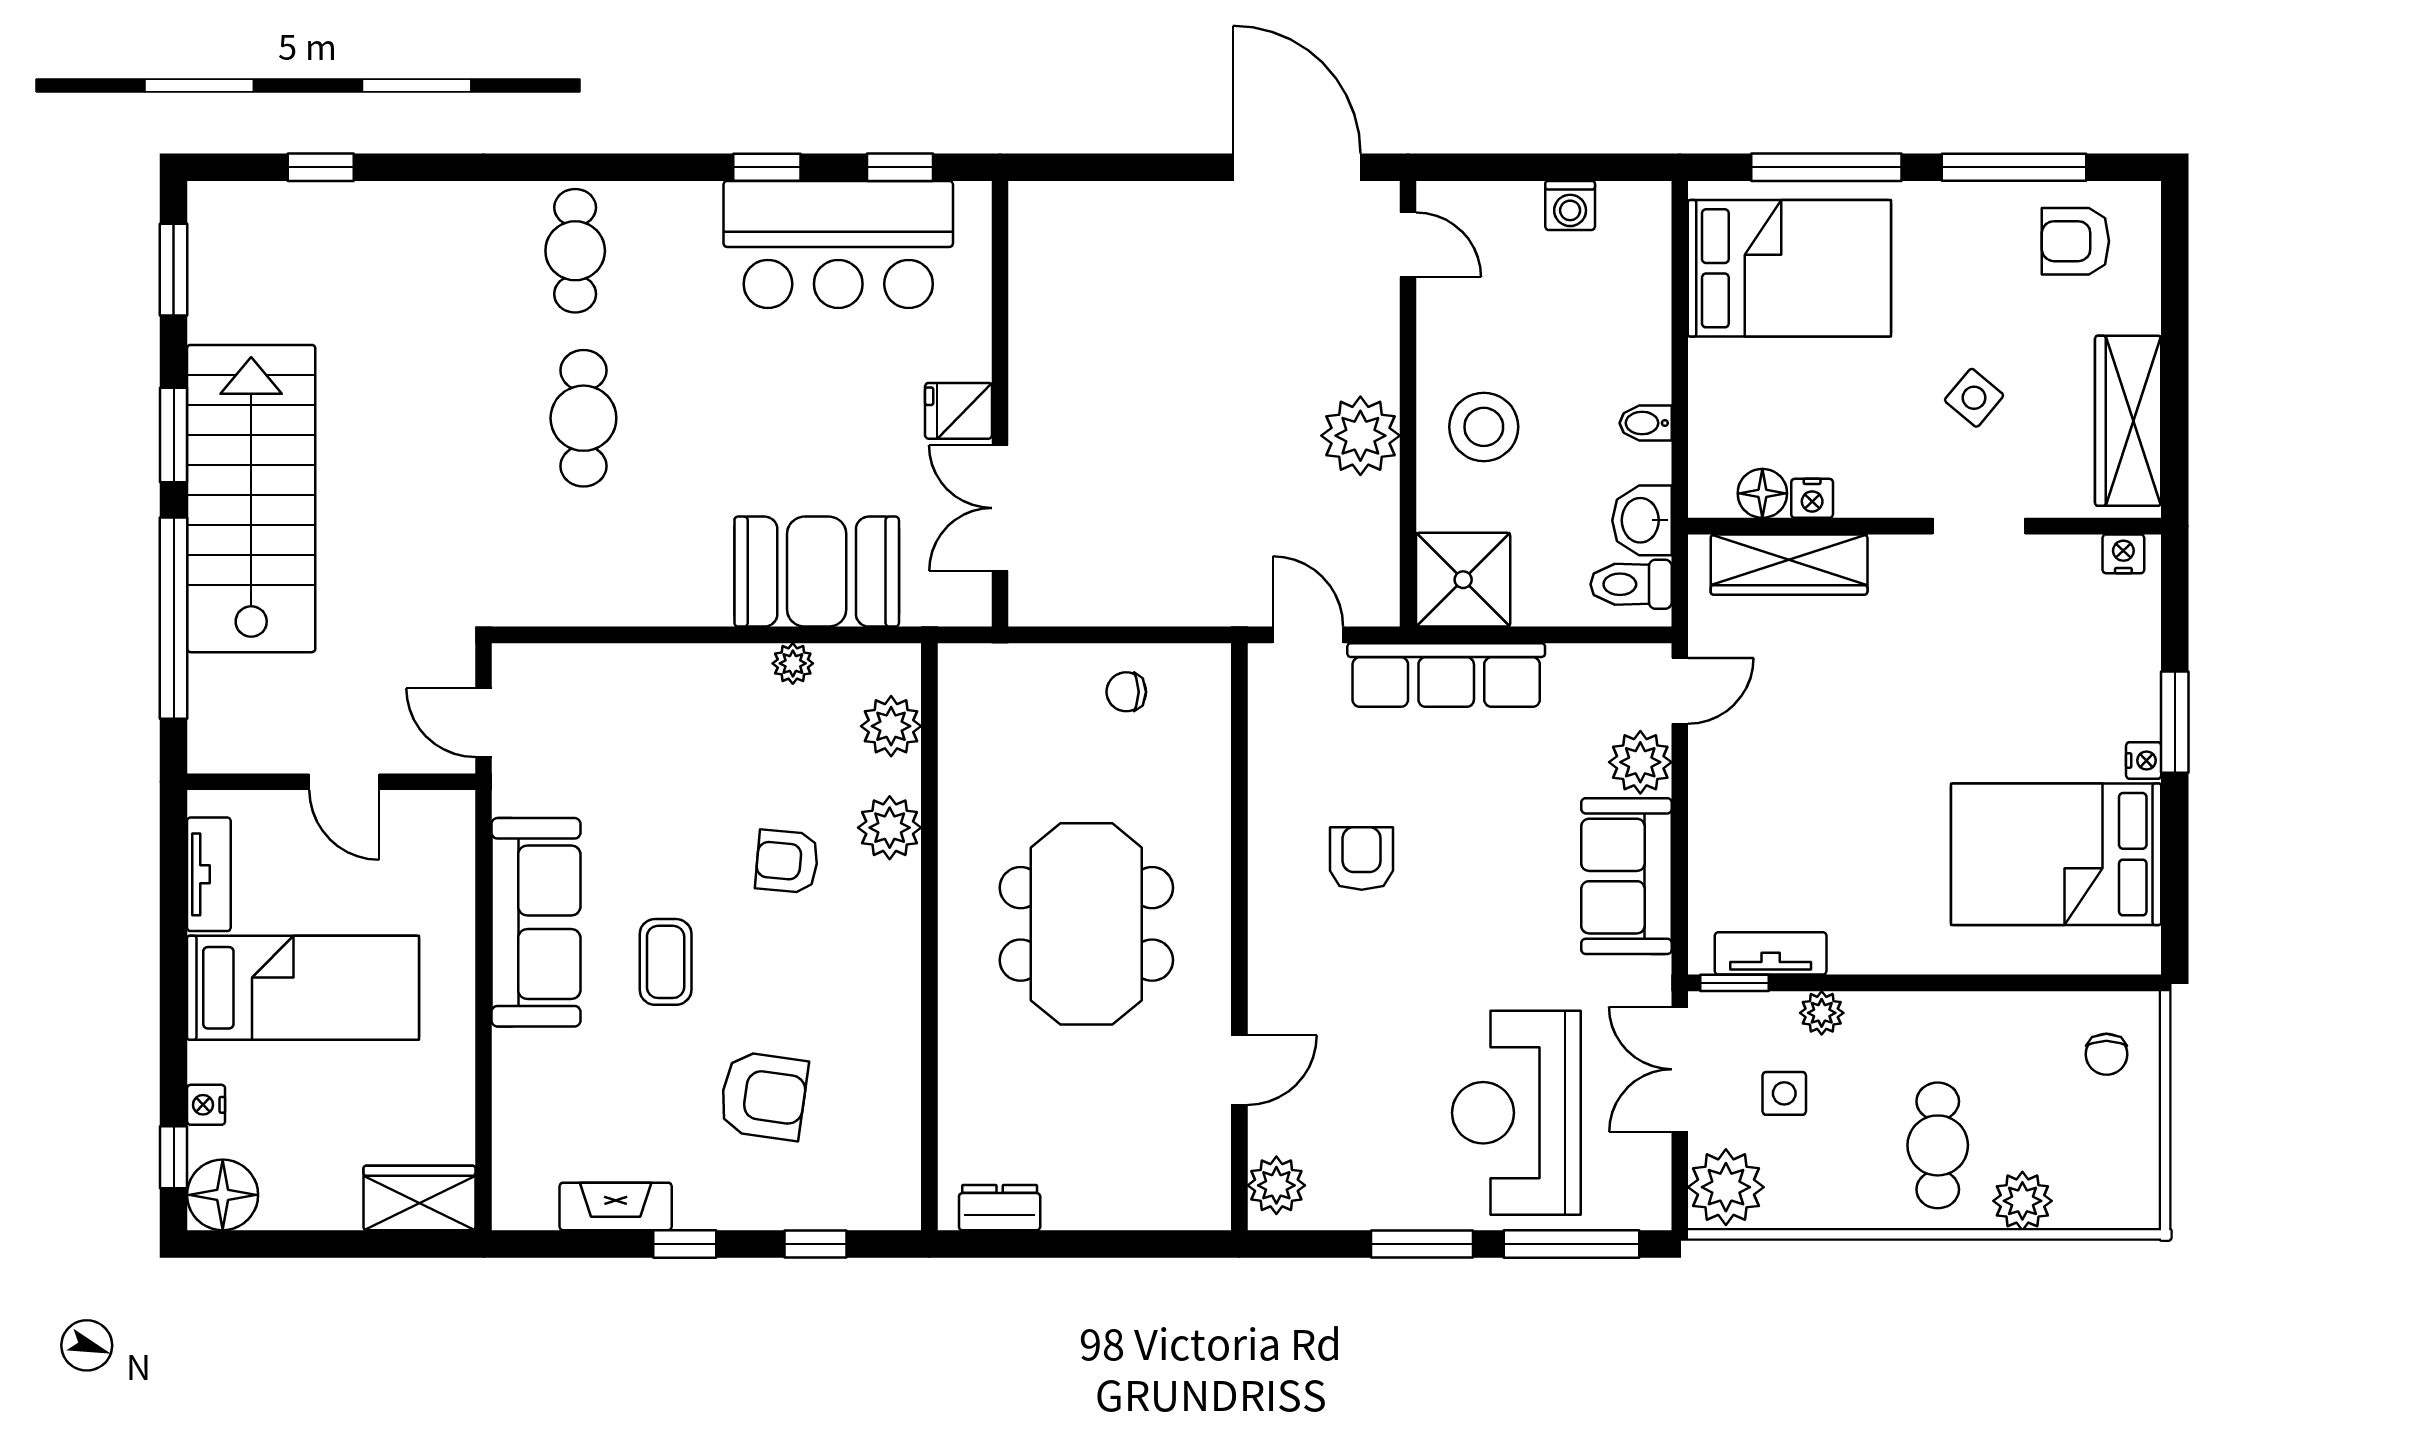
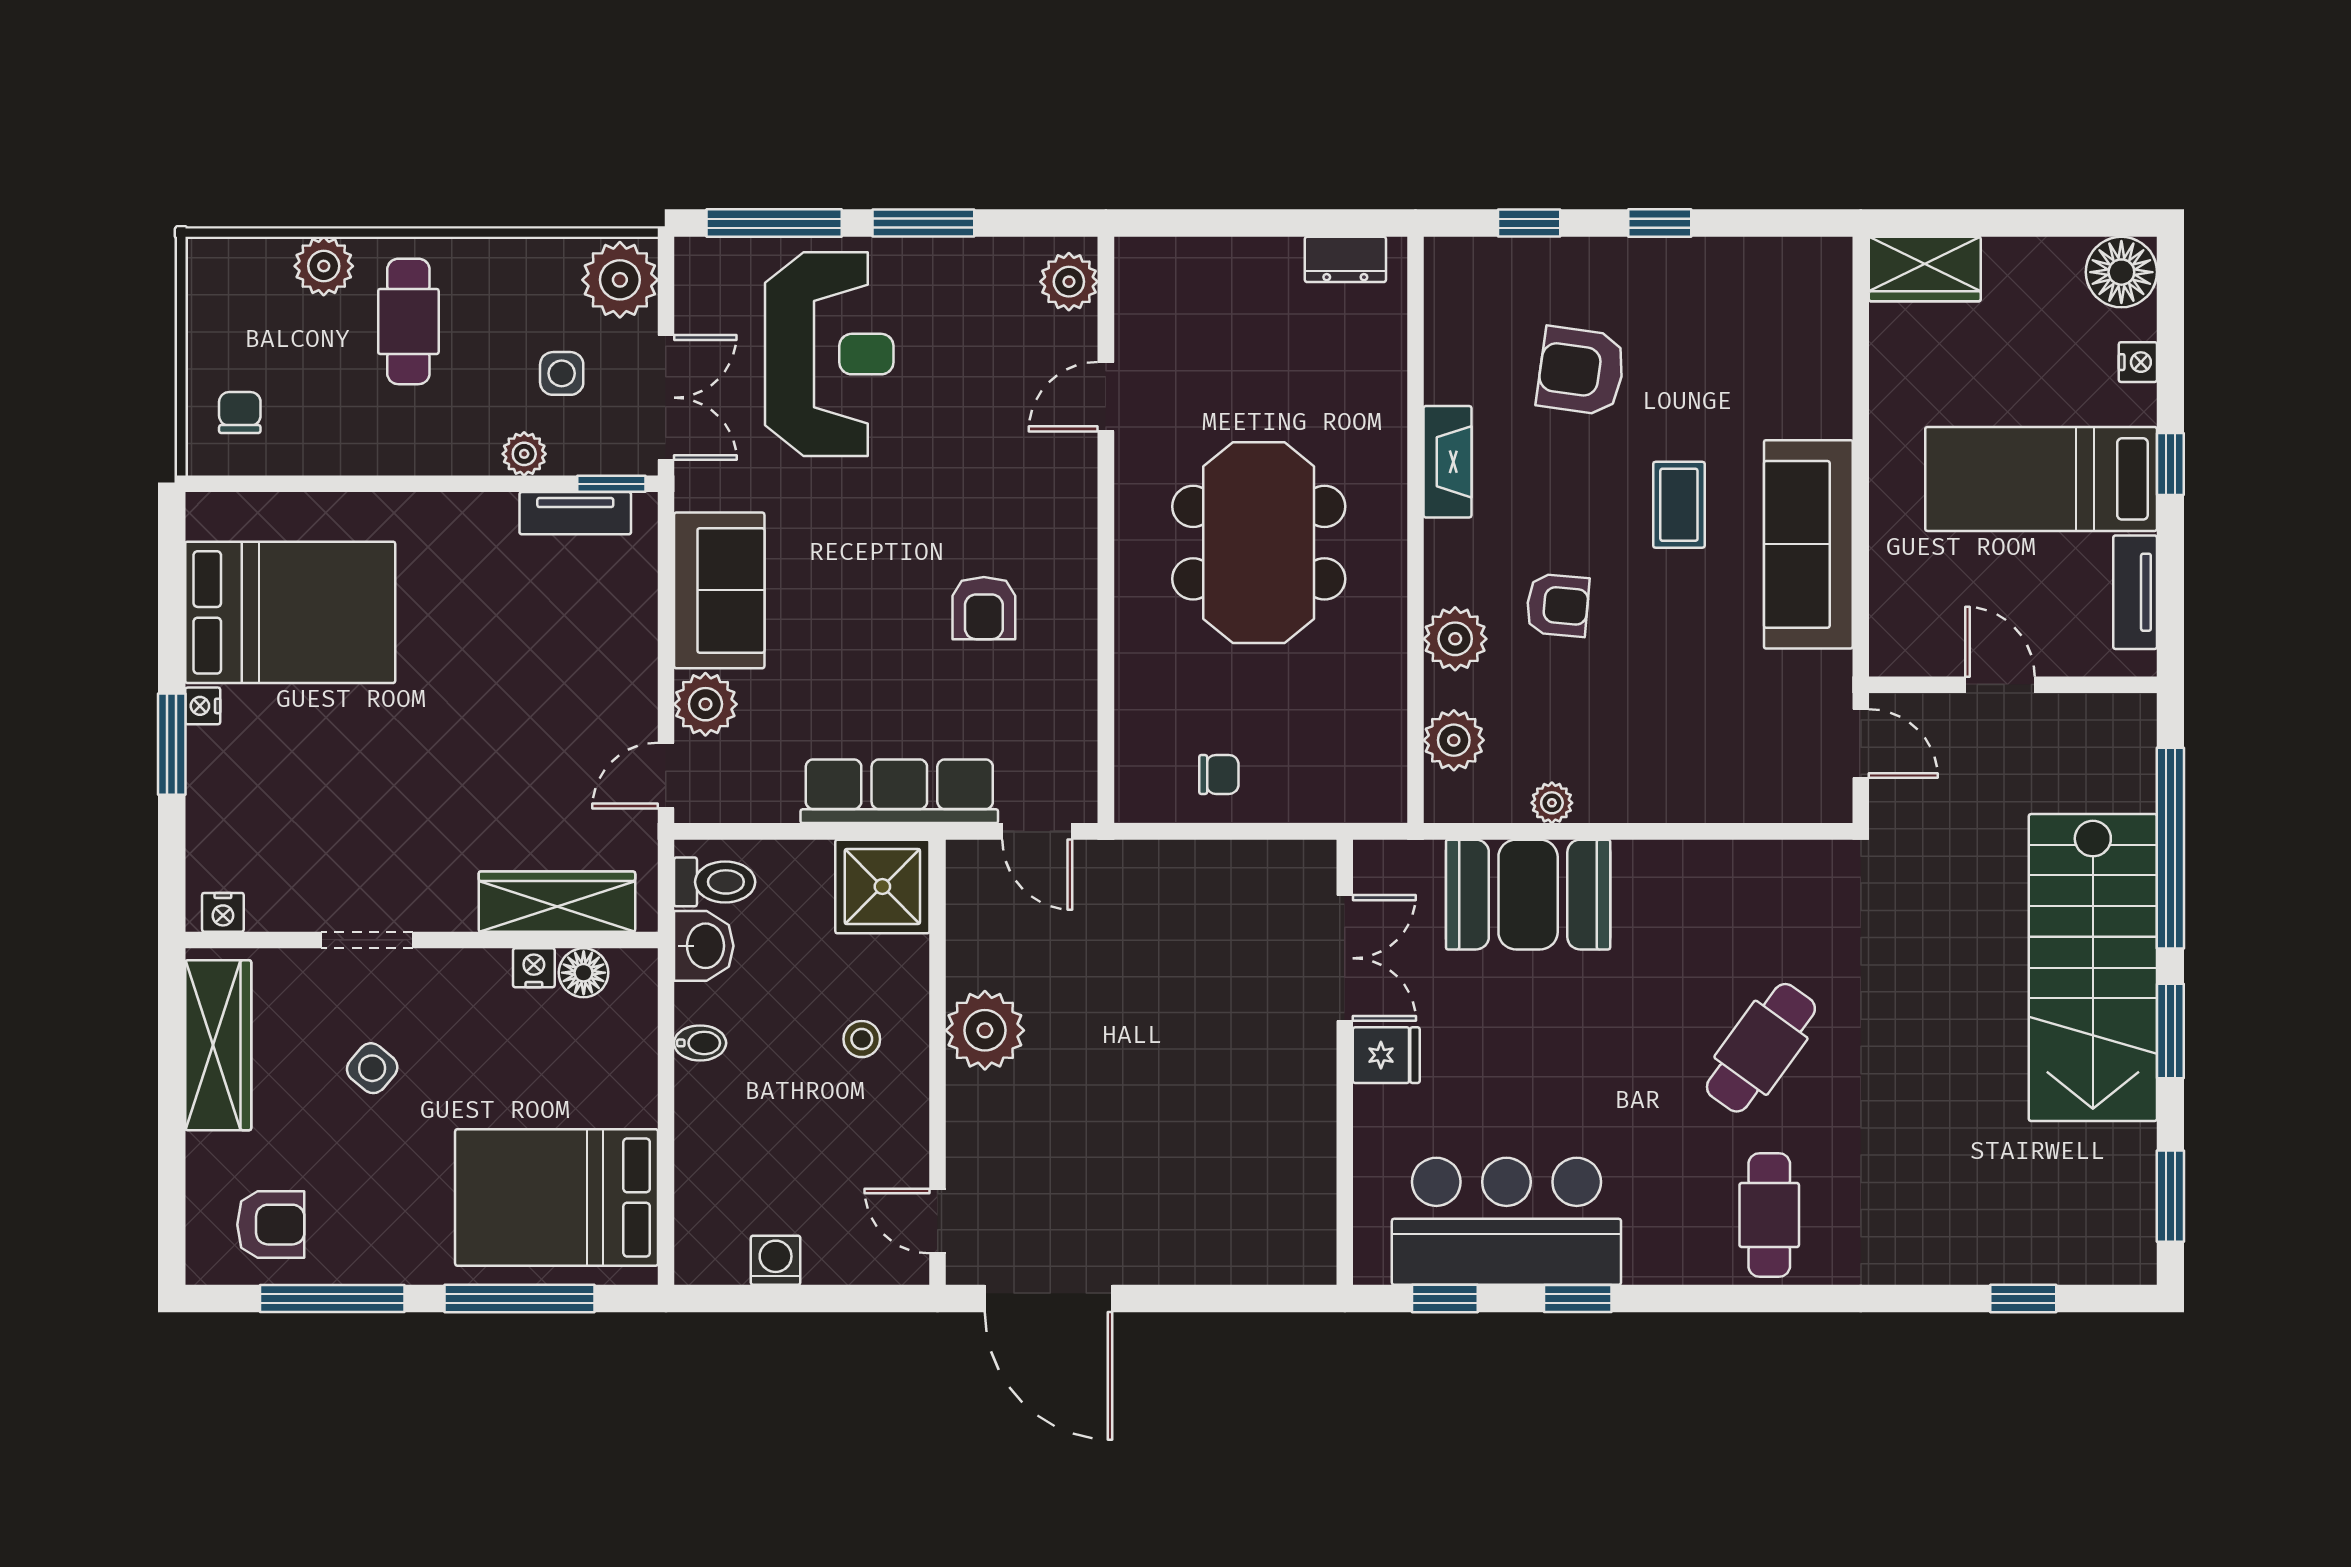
cafe table: (583, 418) -> (1761, 1048), turned 36
stool: (1484, 427) -> (862, 1039), width x0.53, depth x0.53
window: (174, 1157) -> (2170, 464), moved
fireplace: (616, 1206) -> (1447, 462), moved, turned -90

